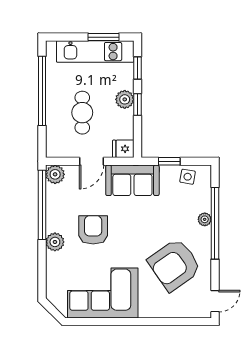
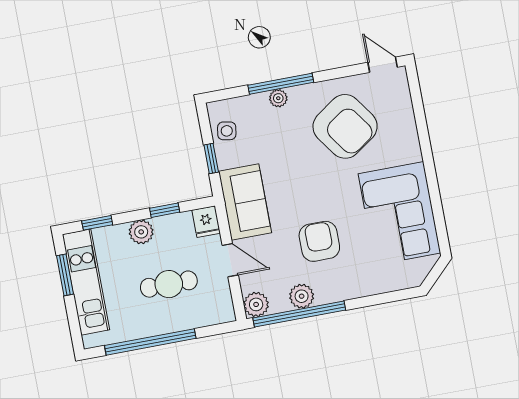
window: (138, 104) -> (165, 210), moved
window: (215, 223) -> (281, 84), width x0.68
armchair: (93, 230) -> (319, 241), turned 90
plant: (55, 242) -> (302, 296), moved

